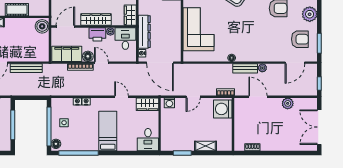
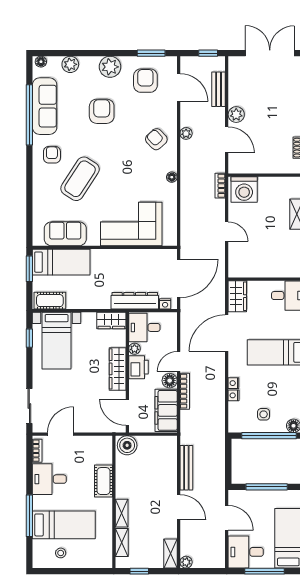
armchair: (258, 47) -> (156, 139), added
bench: (245, 68) -> (219, 89), moved
door: (121, 97) -> (227, 333), width x1.87
door: (258, 97) -> (227, 140), swing flipped
washing machine: (169, 103) -> (235, 265), removed
plant: (288, 103) -> (236, 115), moved
double door: (319, 127) -> (270, 53), swing flipped

